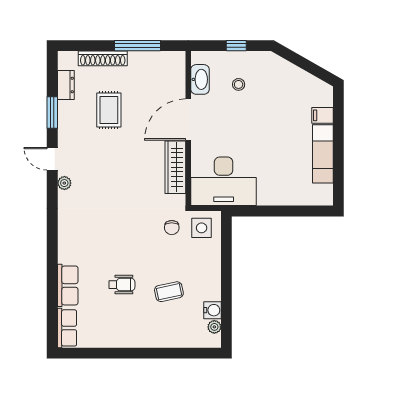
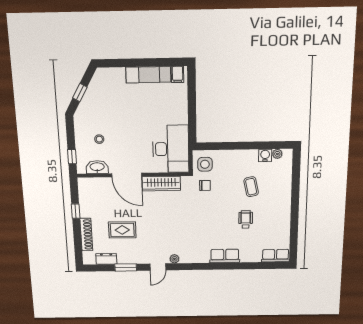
window: (138, 46) -> (76, 211), width x0.46
window: (236, 46) -> (72, 157), moved
window: (301, 62) -> (80, 93), added
filing cabinet: (322, 115) -> (178, 74), moved
row of seats: (68, 285) -> (225, 256), moved

